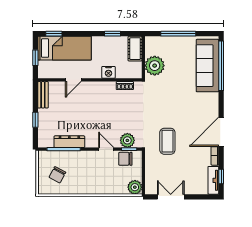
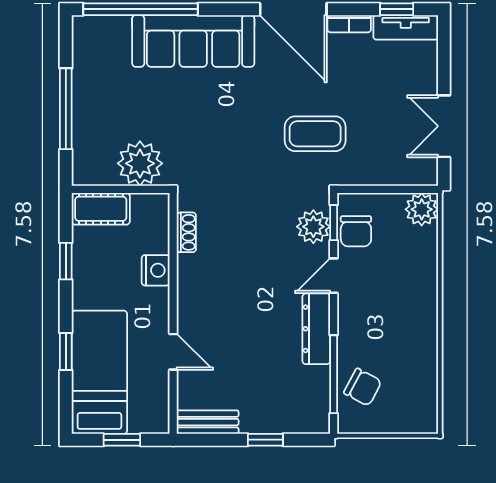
window: (54, 34) -> (66, 351), moved
sofa: (207, 66) -> (193, 41), moved
dresser: (69, 142) -> (316, 329), moved
chair: (57, 175) -> (363, 387), moved

